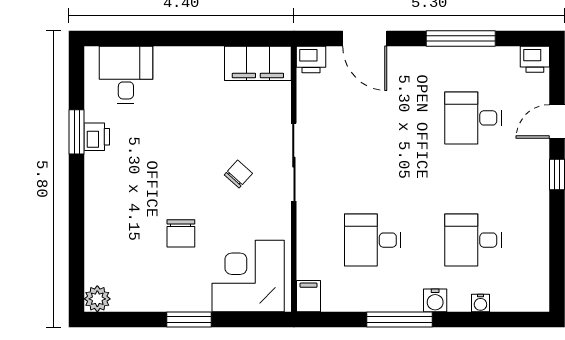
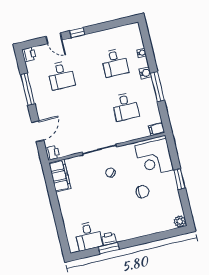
desk: (126, 75) -> (88, 236), moved, turned -90

